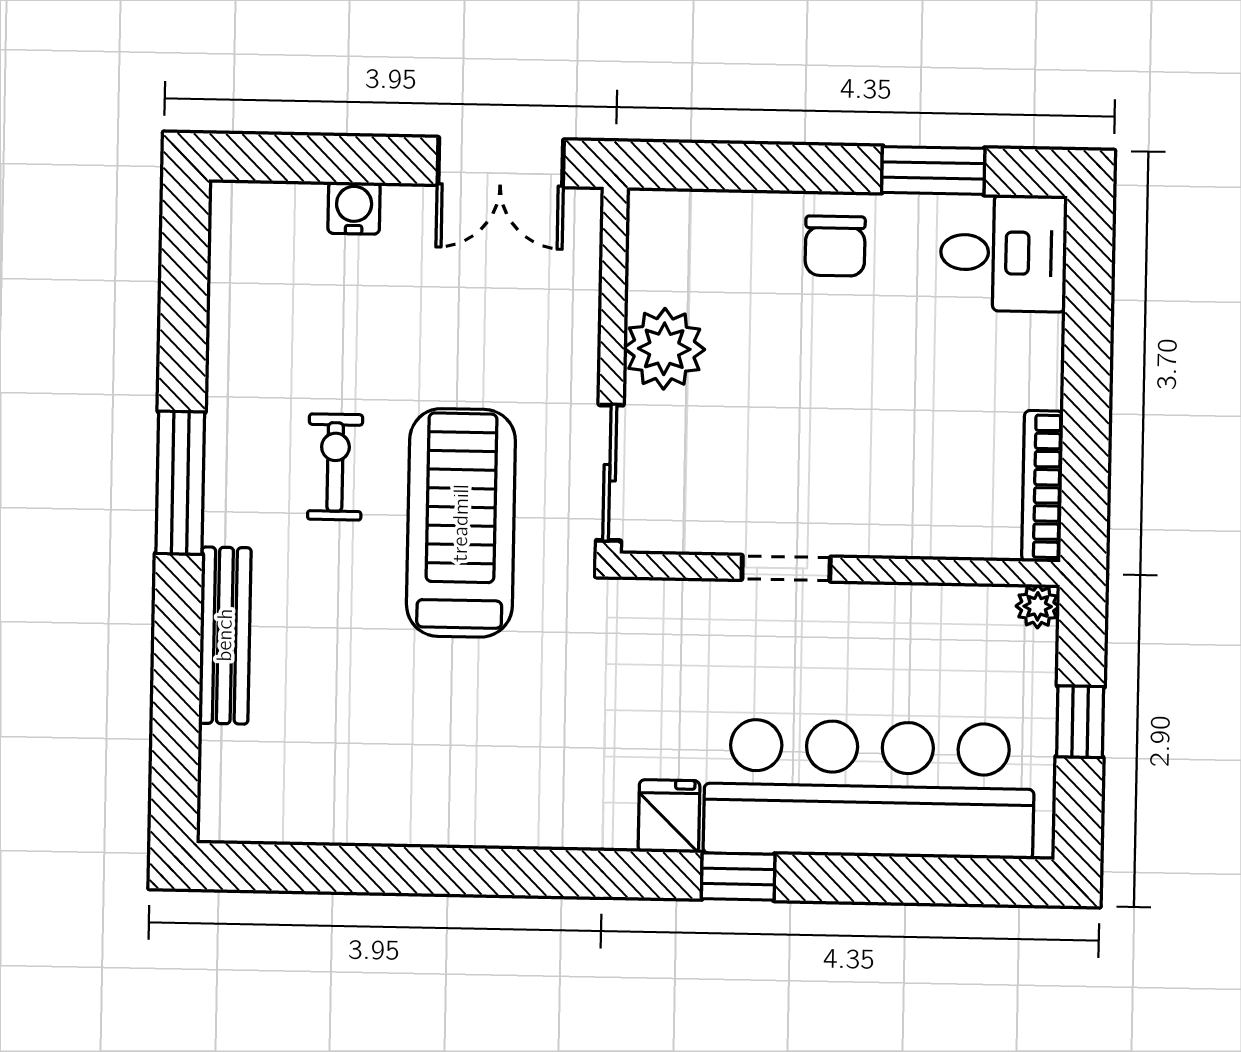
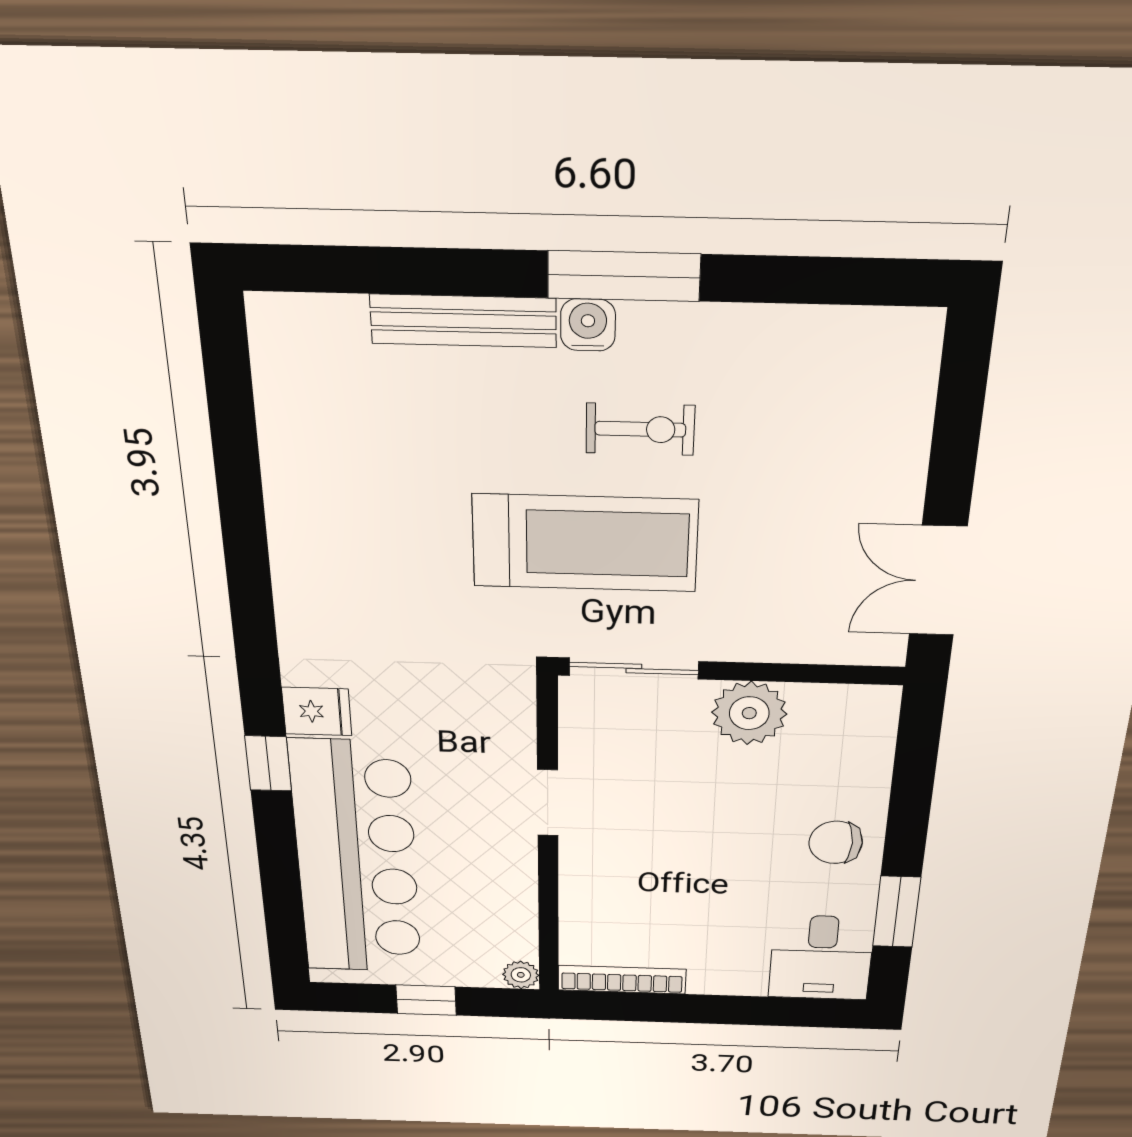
water cooler: (354, 208) -> (588, 325), moved, turned -90

